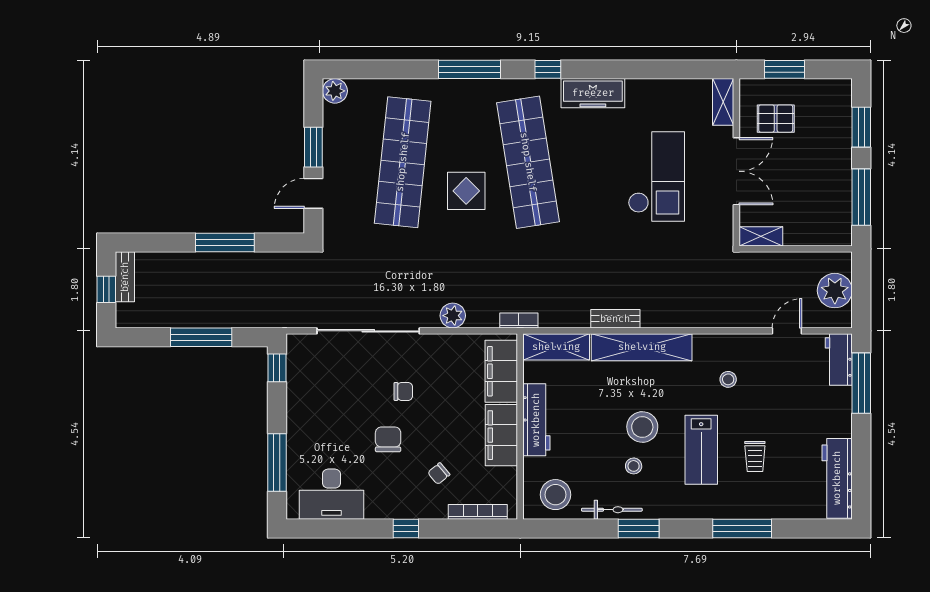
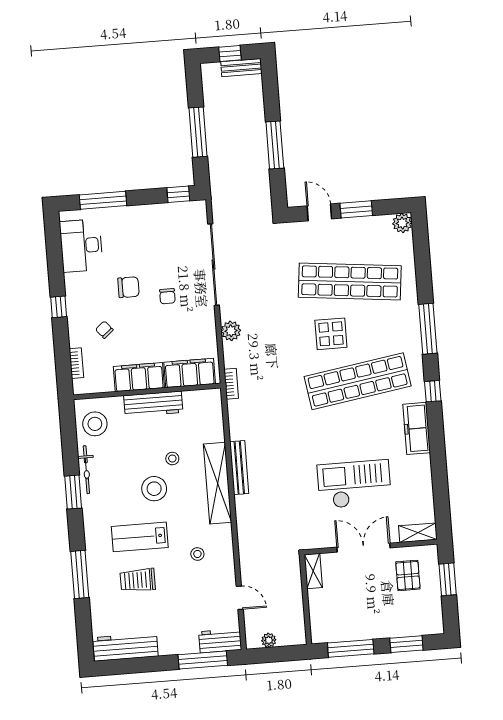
double door: (736, 171) -> (364, 548), swing flipped
checkout: (656, 177) -> (354, 484), turned 180
plant: (835, 291) -> (269, 640), width x0.53, depth x0.53
bench: (615, 319) -> (239, 468), width x1.36
shelving: (556, 347) -> (213, 415), removed
trolley: (755, 456) -> (138, 580), width x1.36, depth x1.39
stool: (634, 466) -> (172, 459), moved
bookcase: (478, 512) -> (76, 363), width x0.64

